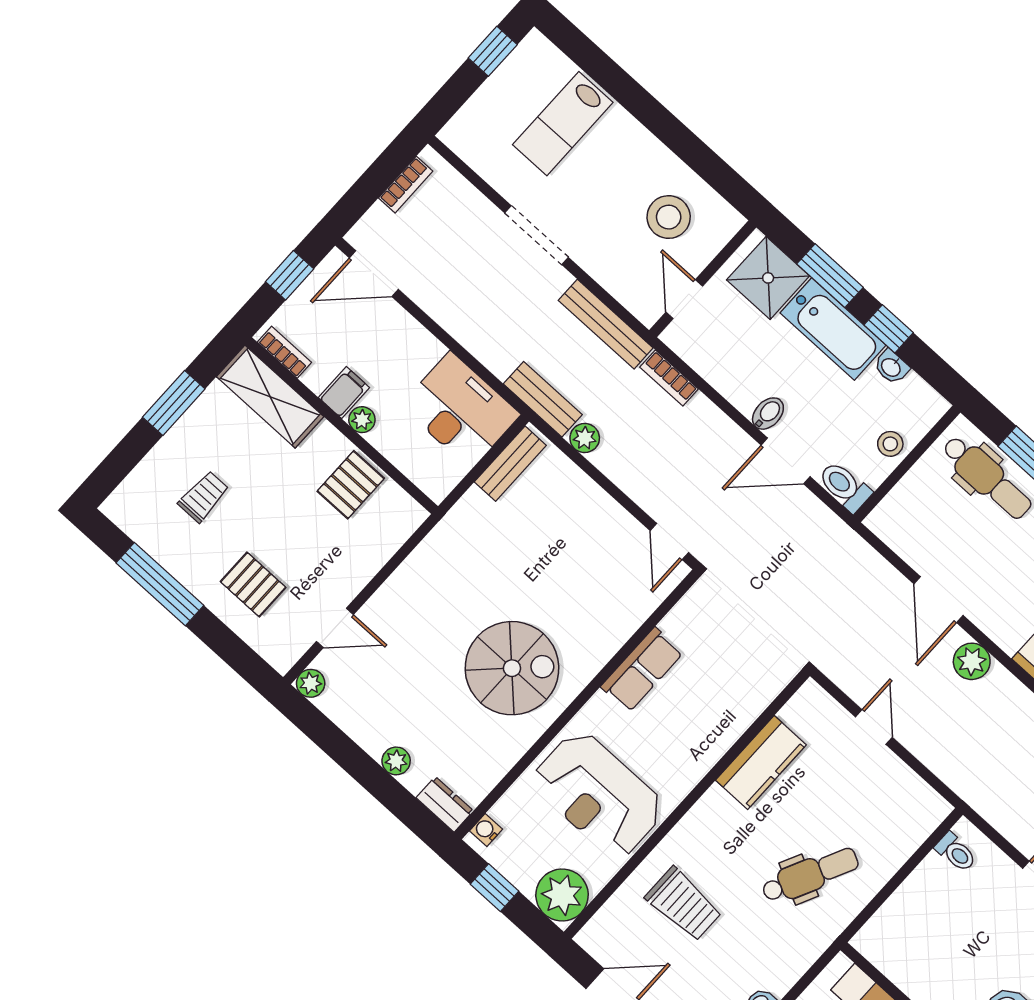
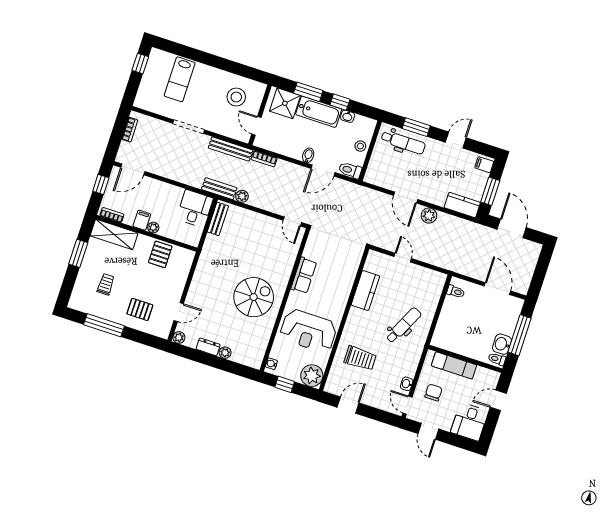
desk: (460, 410) -> (195, 209), width x0.73
dresser: (445, 804) -> (208, 347), moved

